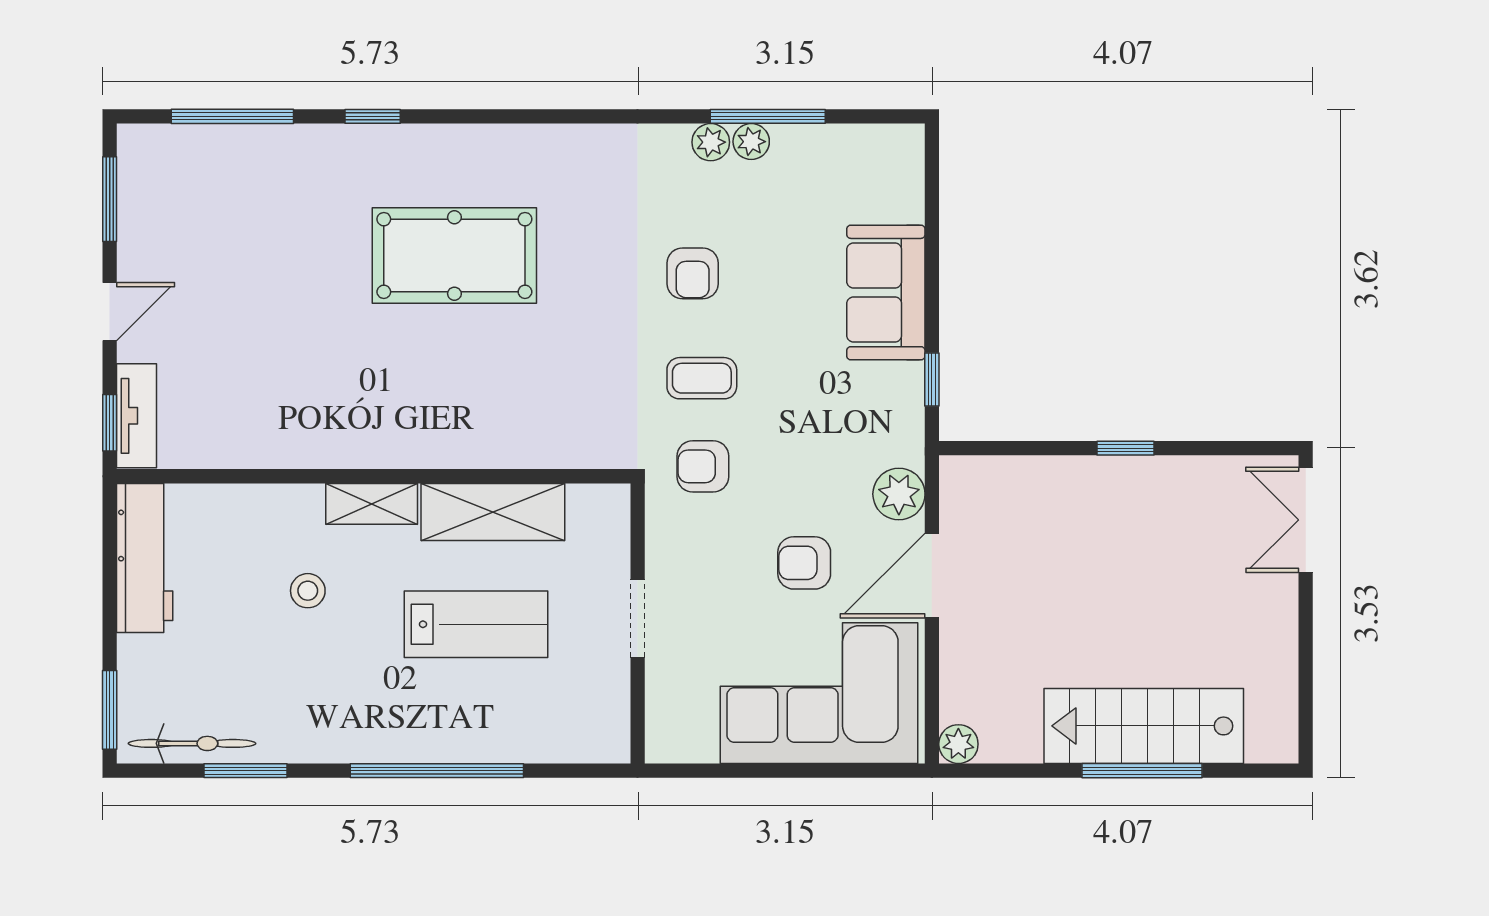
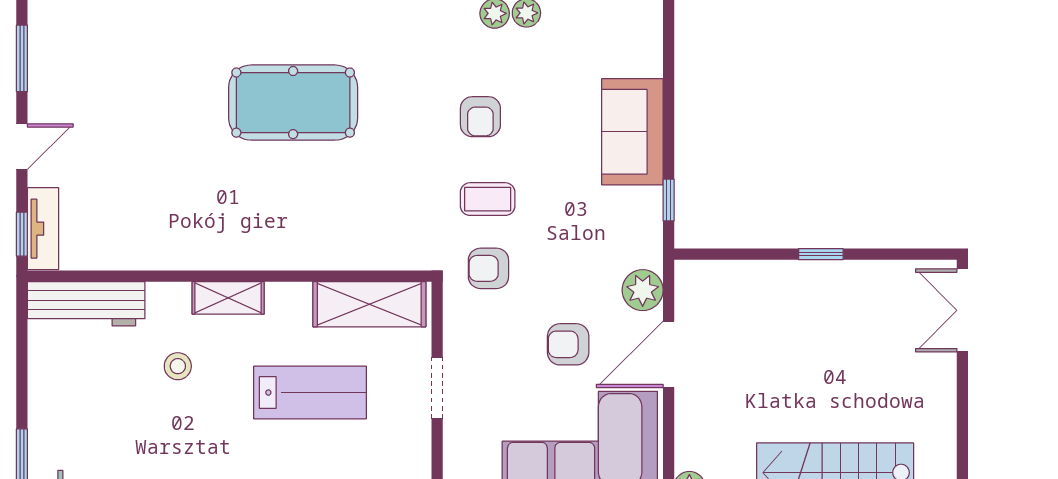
shelving: (493, 512) -> (369, 304), moved
workbench: (145, 558) -> (86, 304), moved, turned 90

